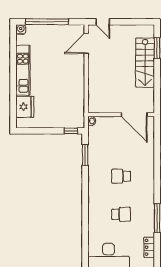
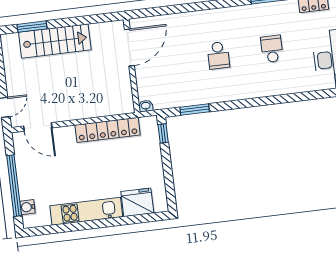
water cooler: (21, 29) -> (28, 207), moved
locker: (78, 92) -> (108, 130), added

